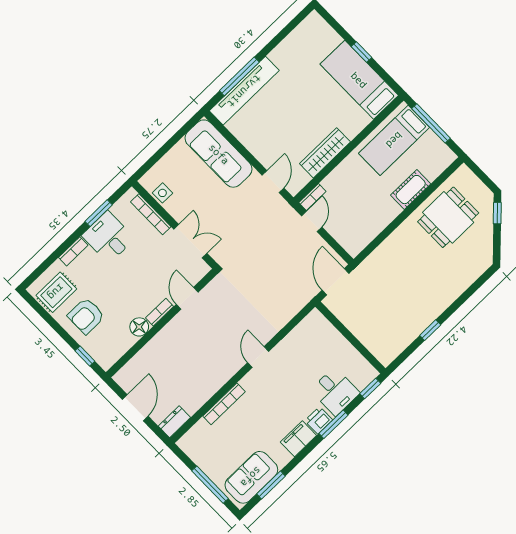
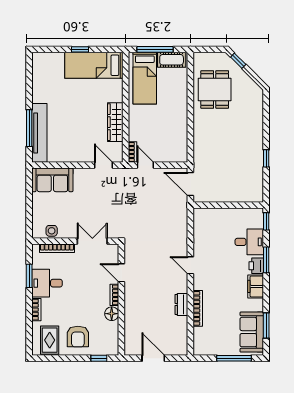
sofa: (219, 154) -> (52, 180), width x0.73
cot: (411, 190) -> (172, 60), moved, turned 90
dresser: (174, 422) -> (181, 304), moved

